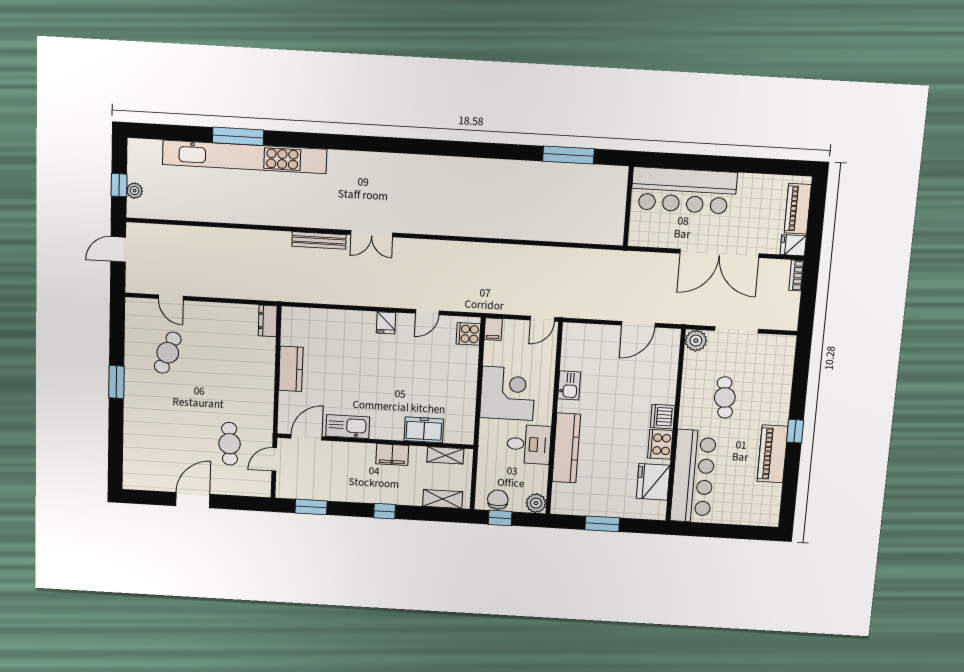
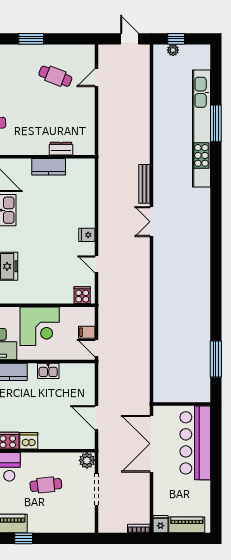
double door: (719, 253) -> (151, 444), moved
dresser: (268, 321) -> (61, 149), moved
filing cabinet: (493, 329) -> (87, 332), moved

